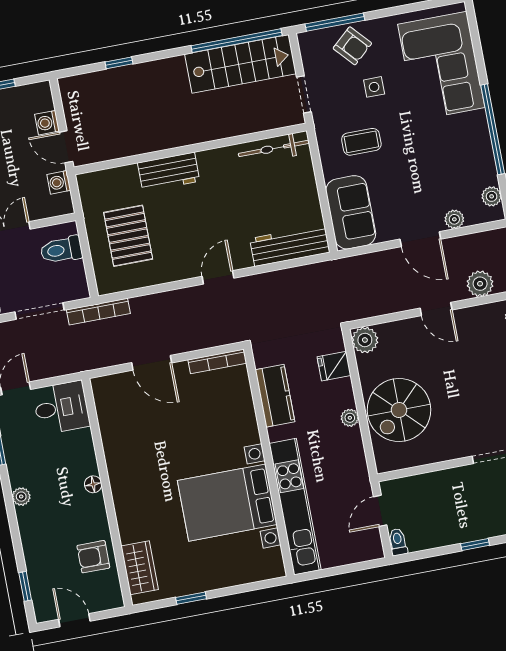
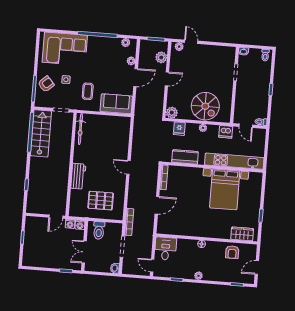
washing machine: (47, 123) -> (80, 225), moved
workbench: (290, 245) -> (123, 133), removed
dishwasher: (355, 470) -> (226, 132), added

